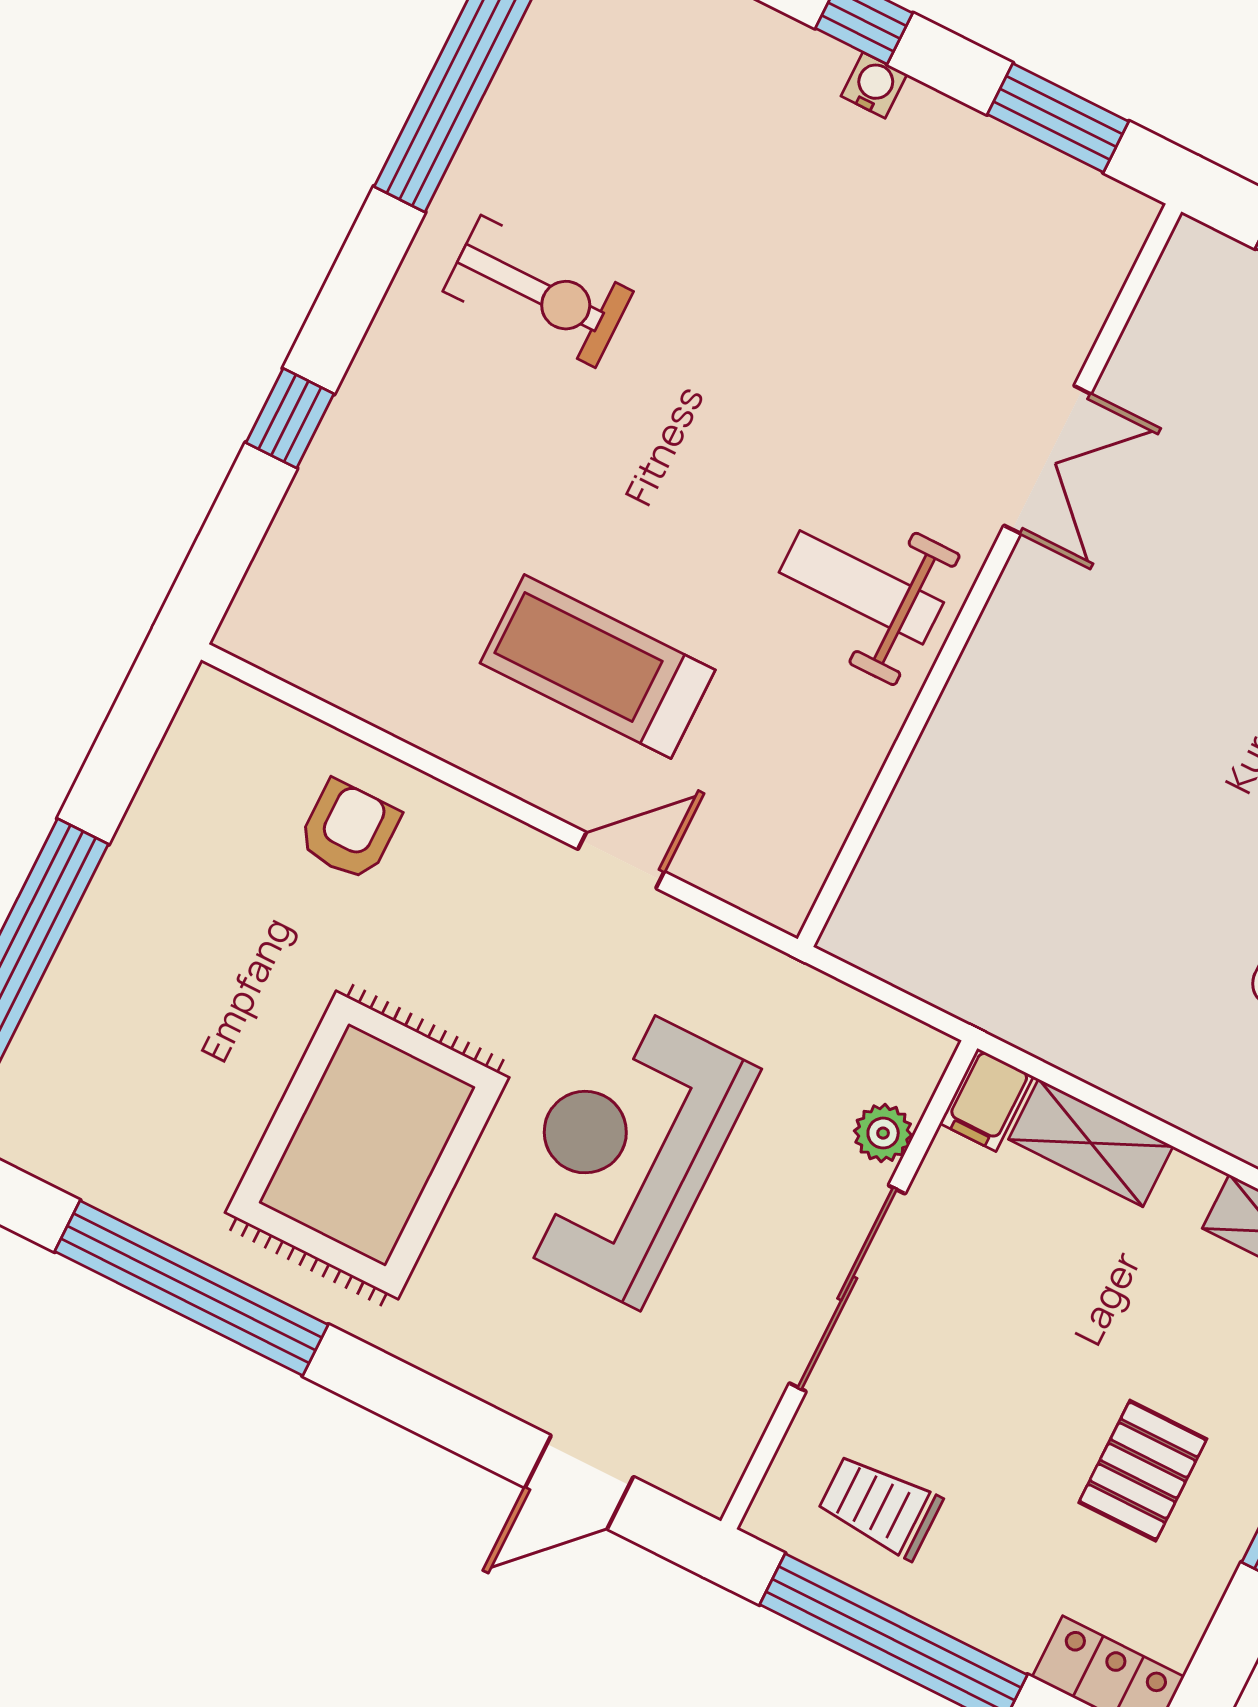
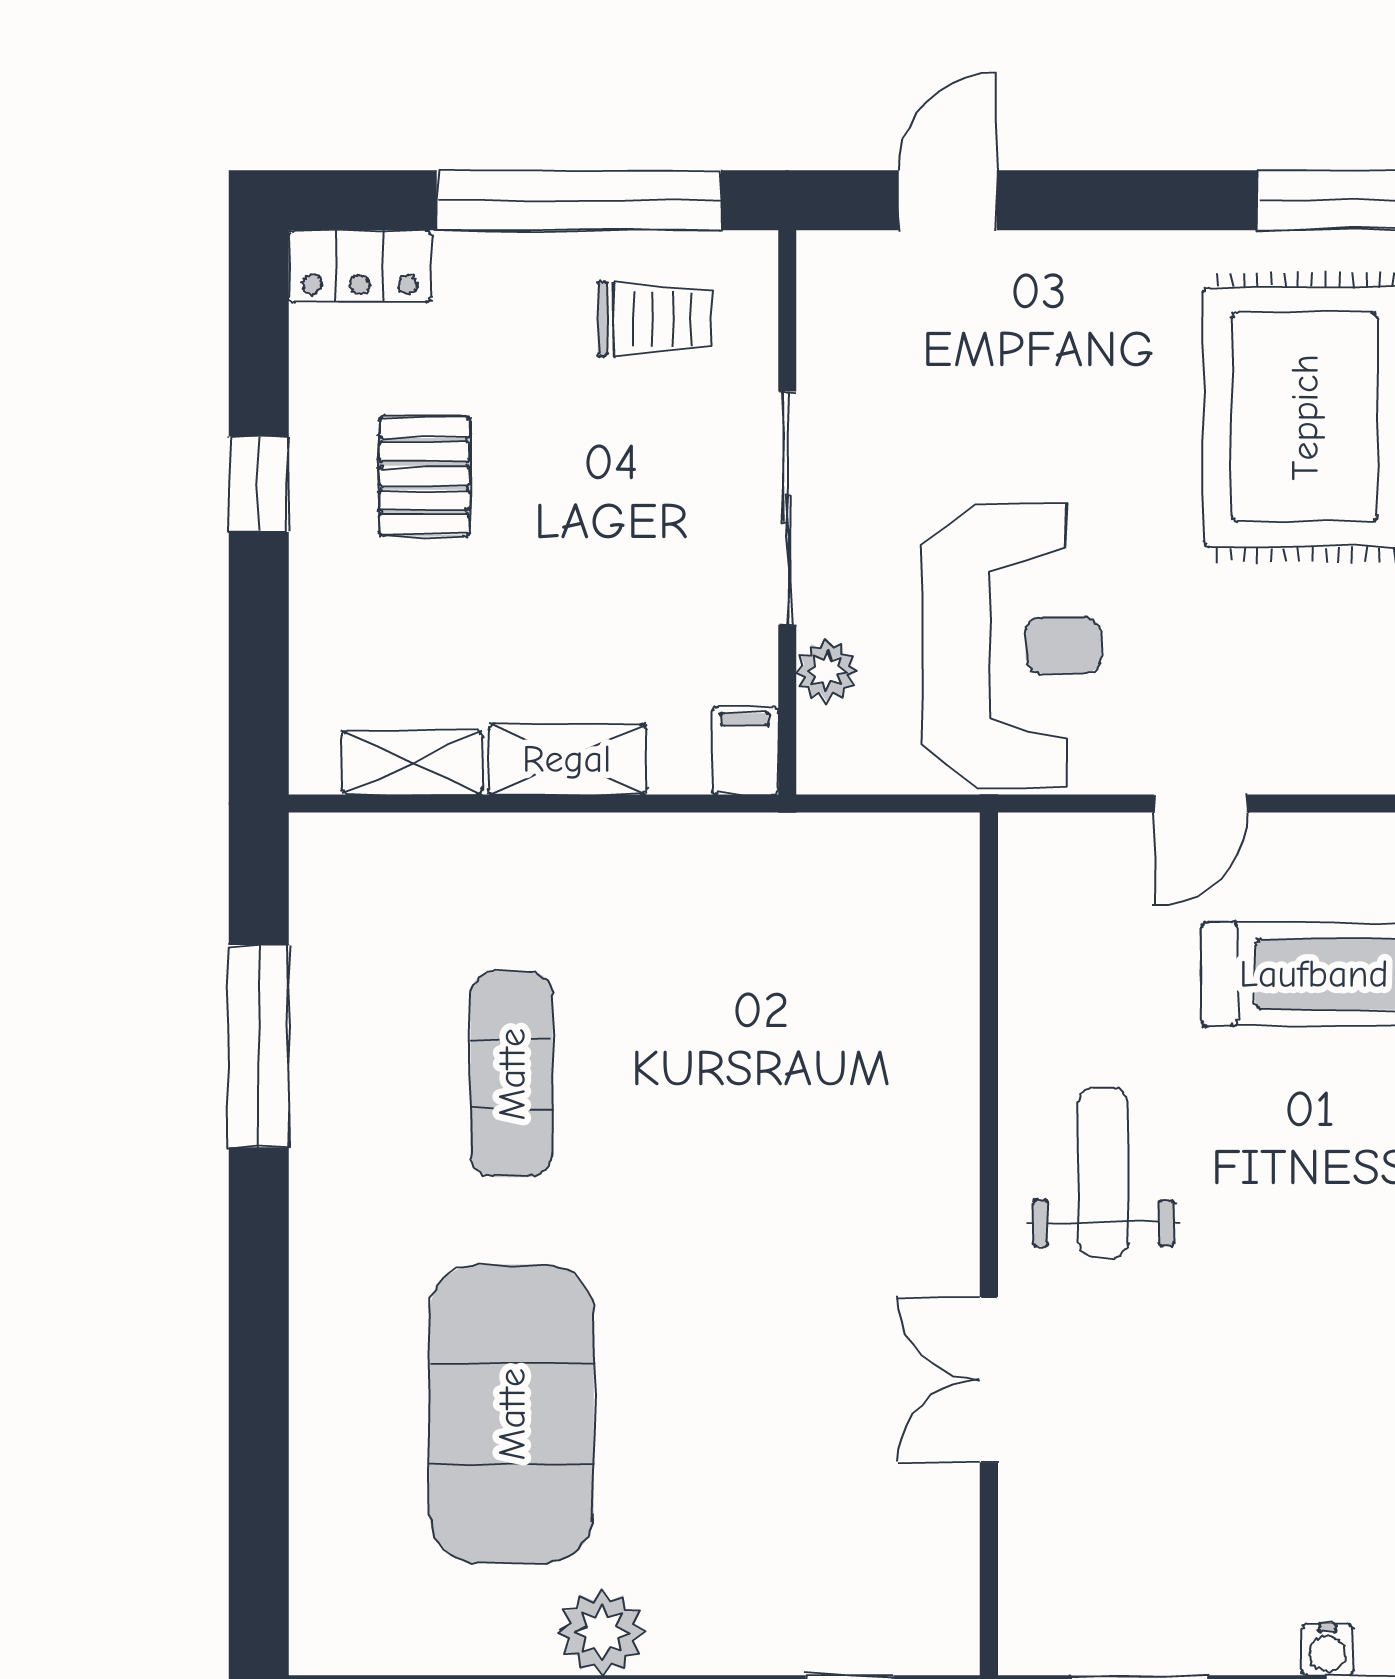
weight bench: (861, 587) -> (1103, 1172), turned -90
shelving: (1091, 1143) -> (567, 759), moved
reception desk: (625, 1152) -> (1011, 645), moved

